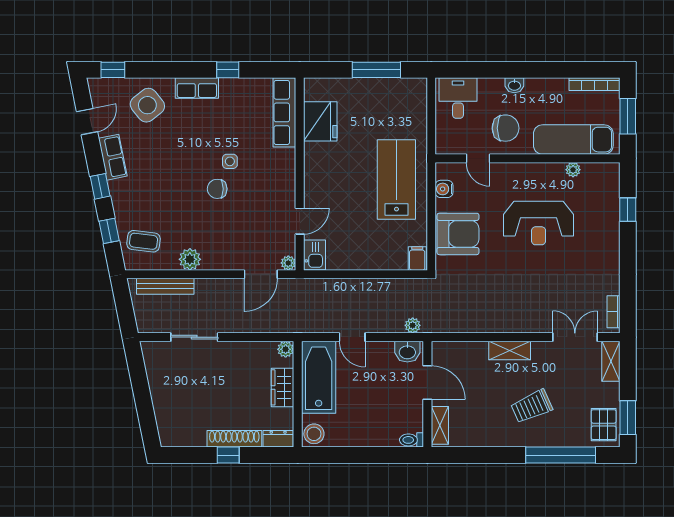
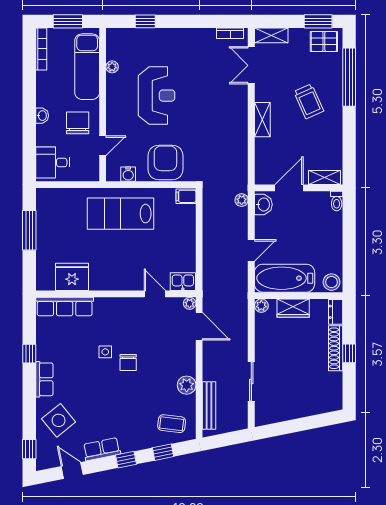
coffee table: (143, 241) -> (172, 424), turned 90

